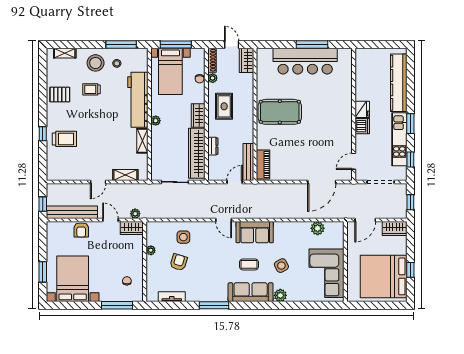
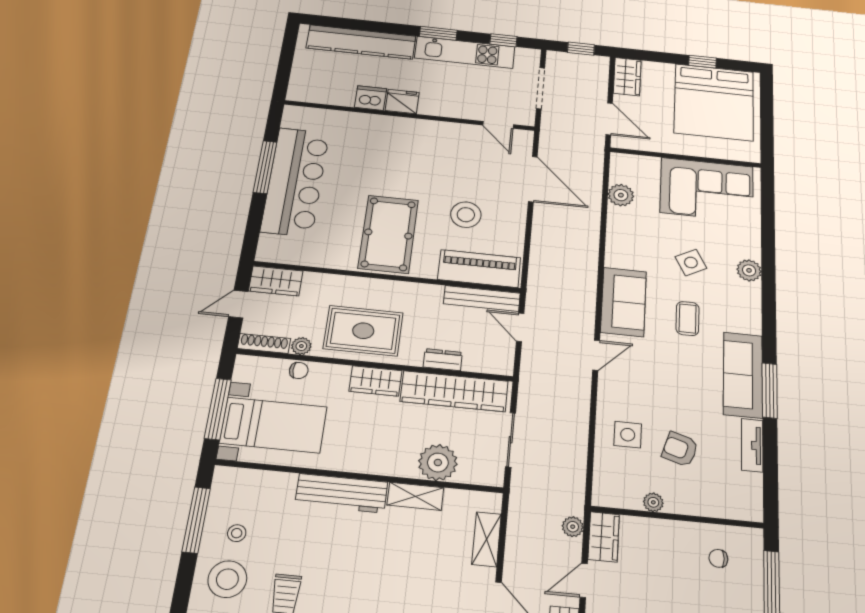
workbench: (138, 100) -> (341, 493), width x0.73, depth x0.76
rug: (224, 106) -> (363, 331), width x1.36, depth x1.43
plant: (156, 121) -> (438, 463), moved, width x1.87, depth x1.87
dishwasher: (362, 126) -> (370, 98), moved
stool: (296, 150) -> (466, 215), added
piano: (263, 165) -> (479, 269), width x1.37, depth x1.33
sofa: (251, 292) -> (743, 375), moved
tv unit: (172, 297) -> (752, 445), moved

